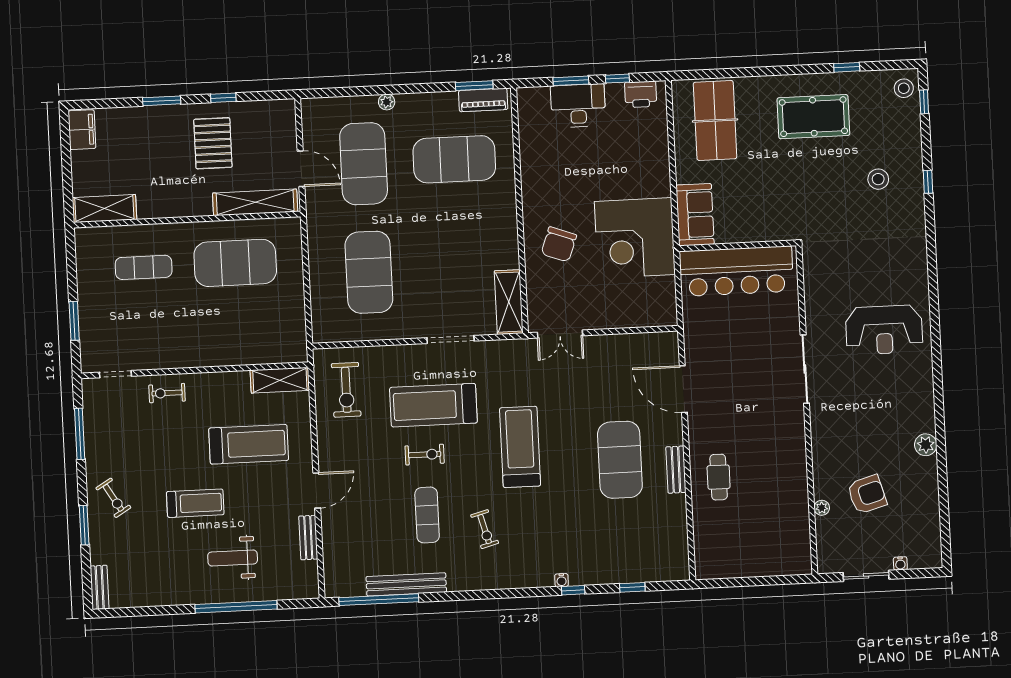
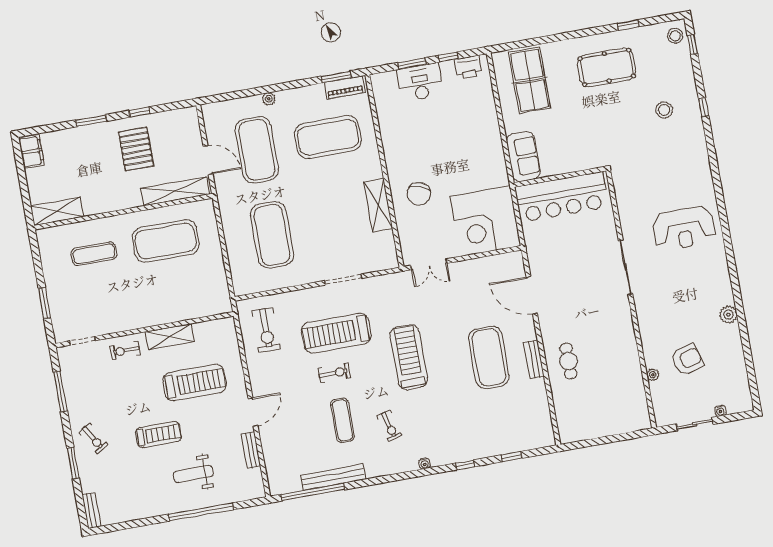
corner desk: (635, 238) -> (485, 221), moved
shelving: (509, 302) -> (378, 205), moved
shelving: (280, 380) -> (170, 337), moved
water cooler: (562, 580) -> (424, 464), moved

